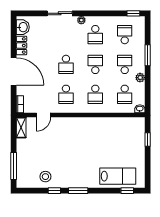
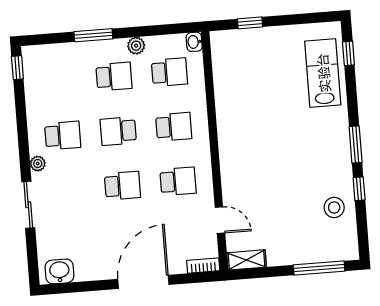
school desk: (125, 35) -> (58, 81), removed
locker: (21, 46) -> (94, 271), removed
school desk: (125, 64) -> (114, 77), turned 180

